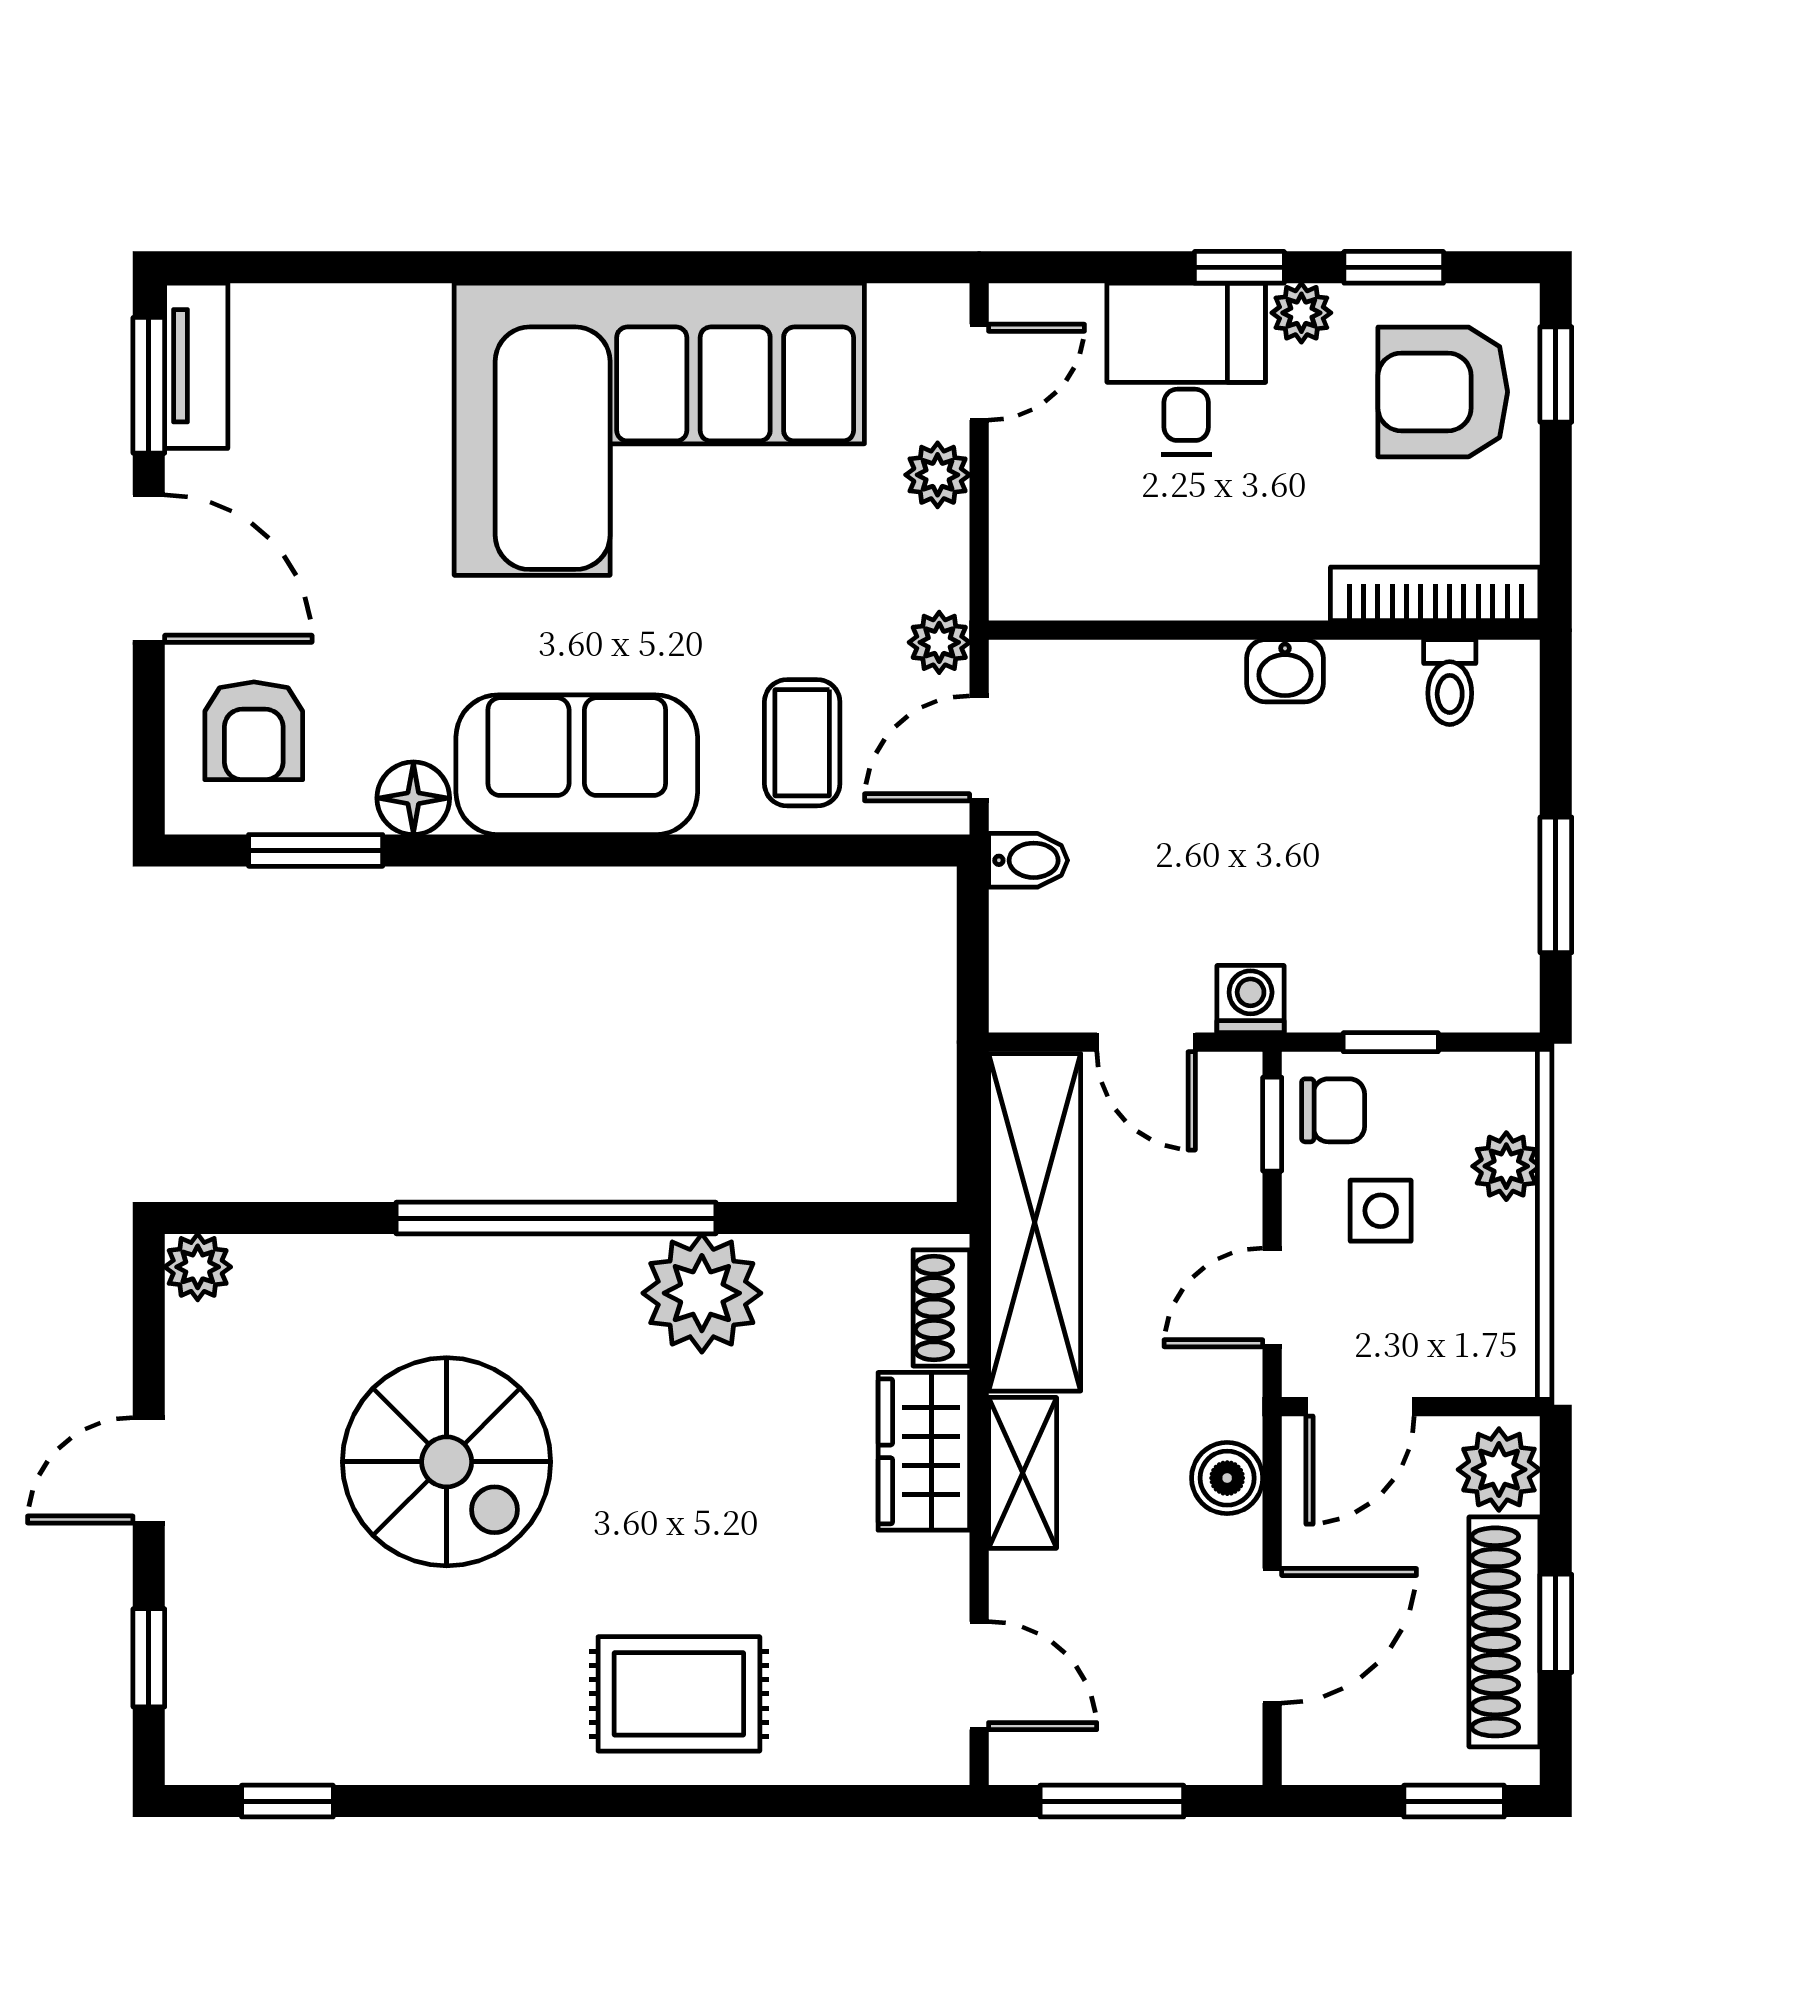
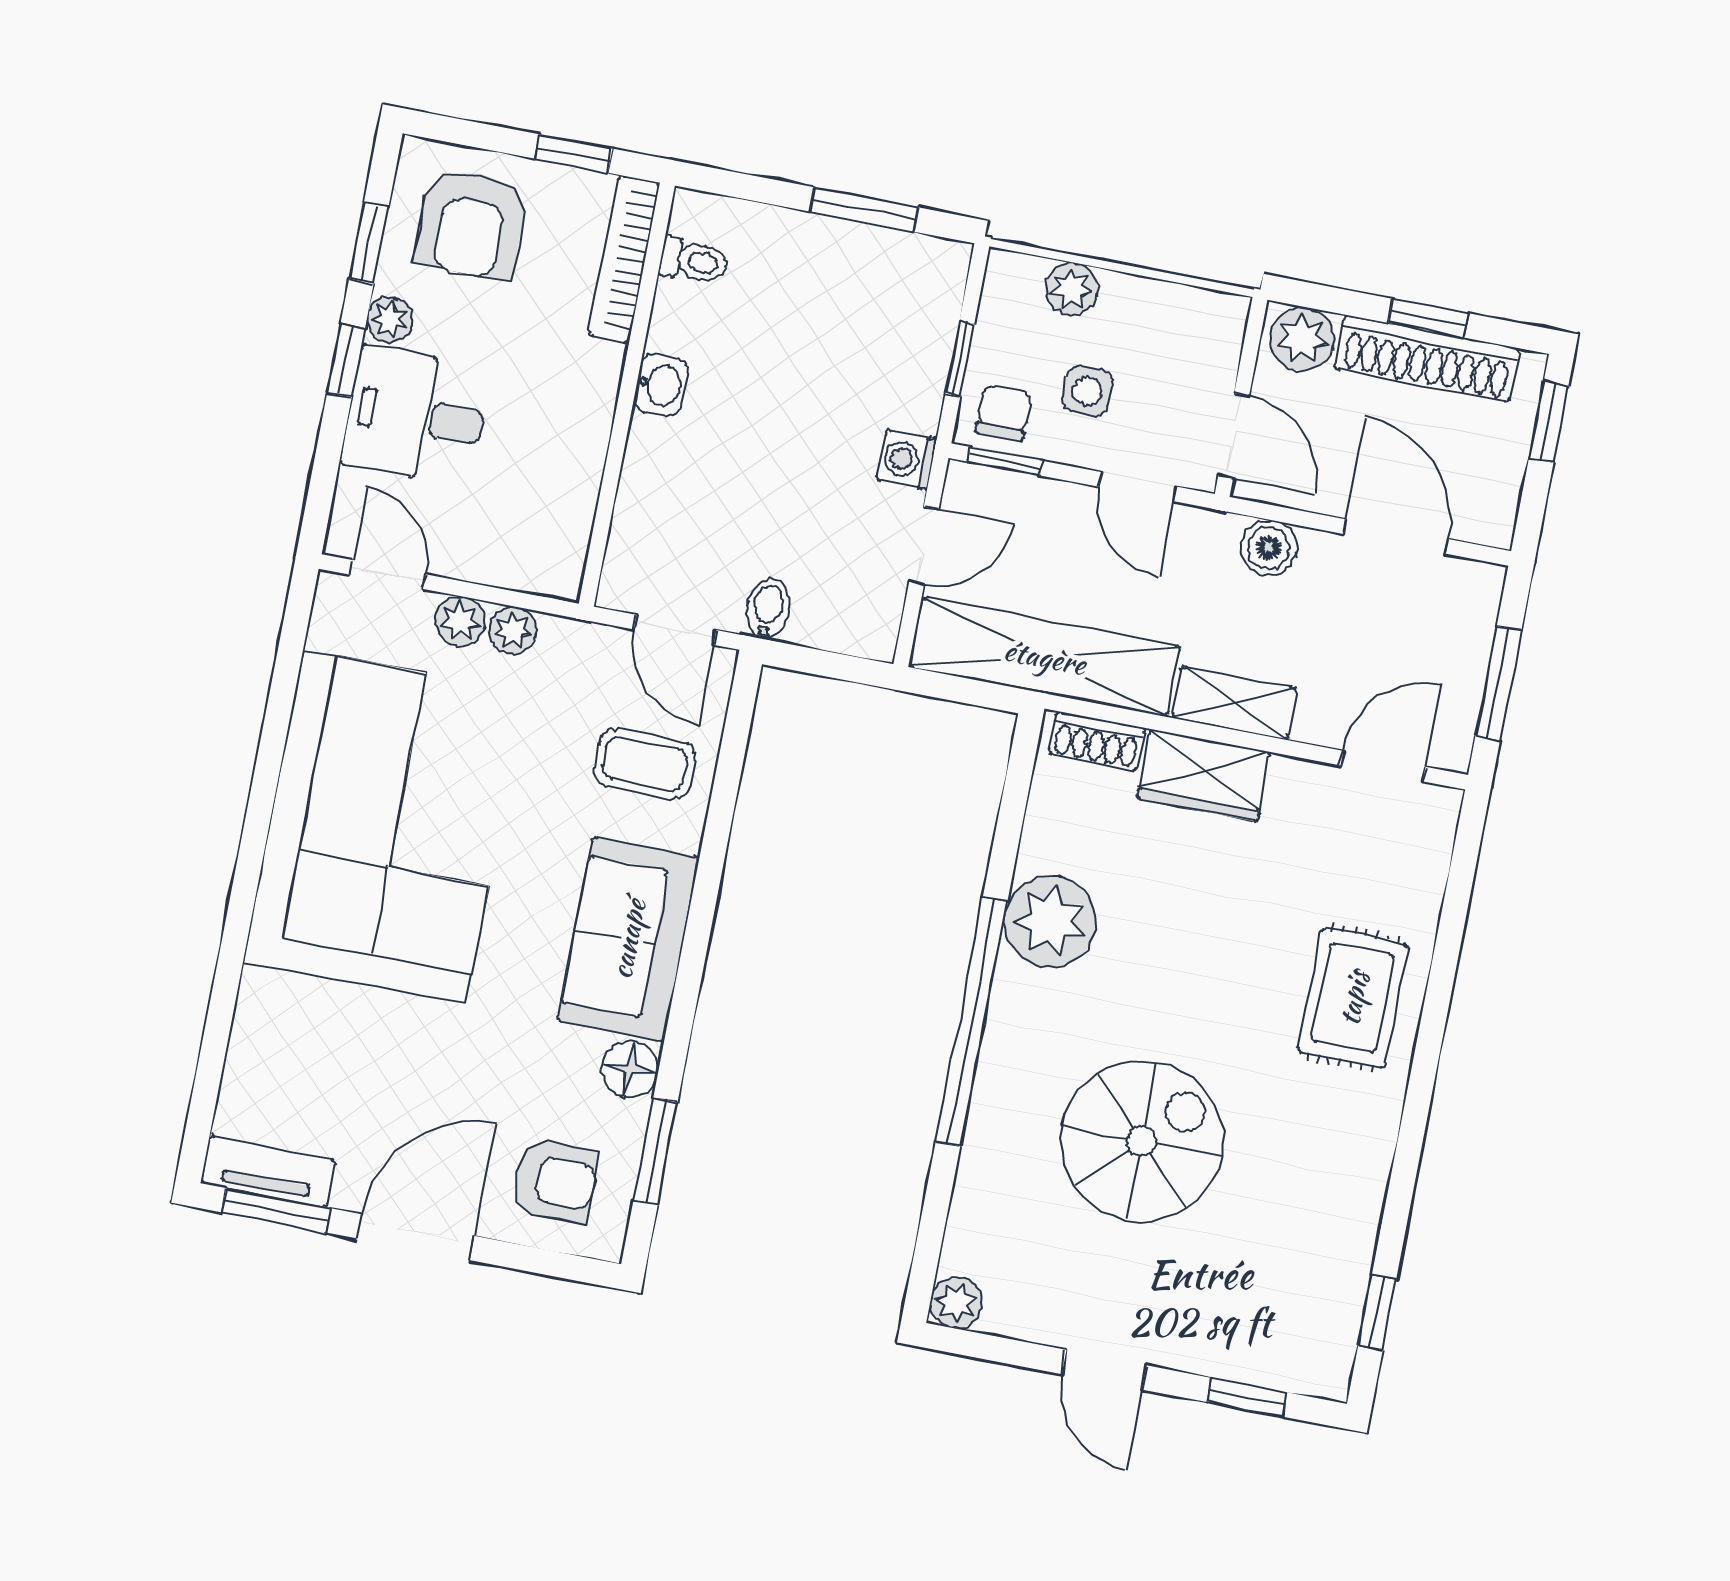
window: (1556, 374) -> (574, 154), moved
plant: (939, 642) -> (513, 630), moved

